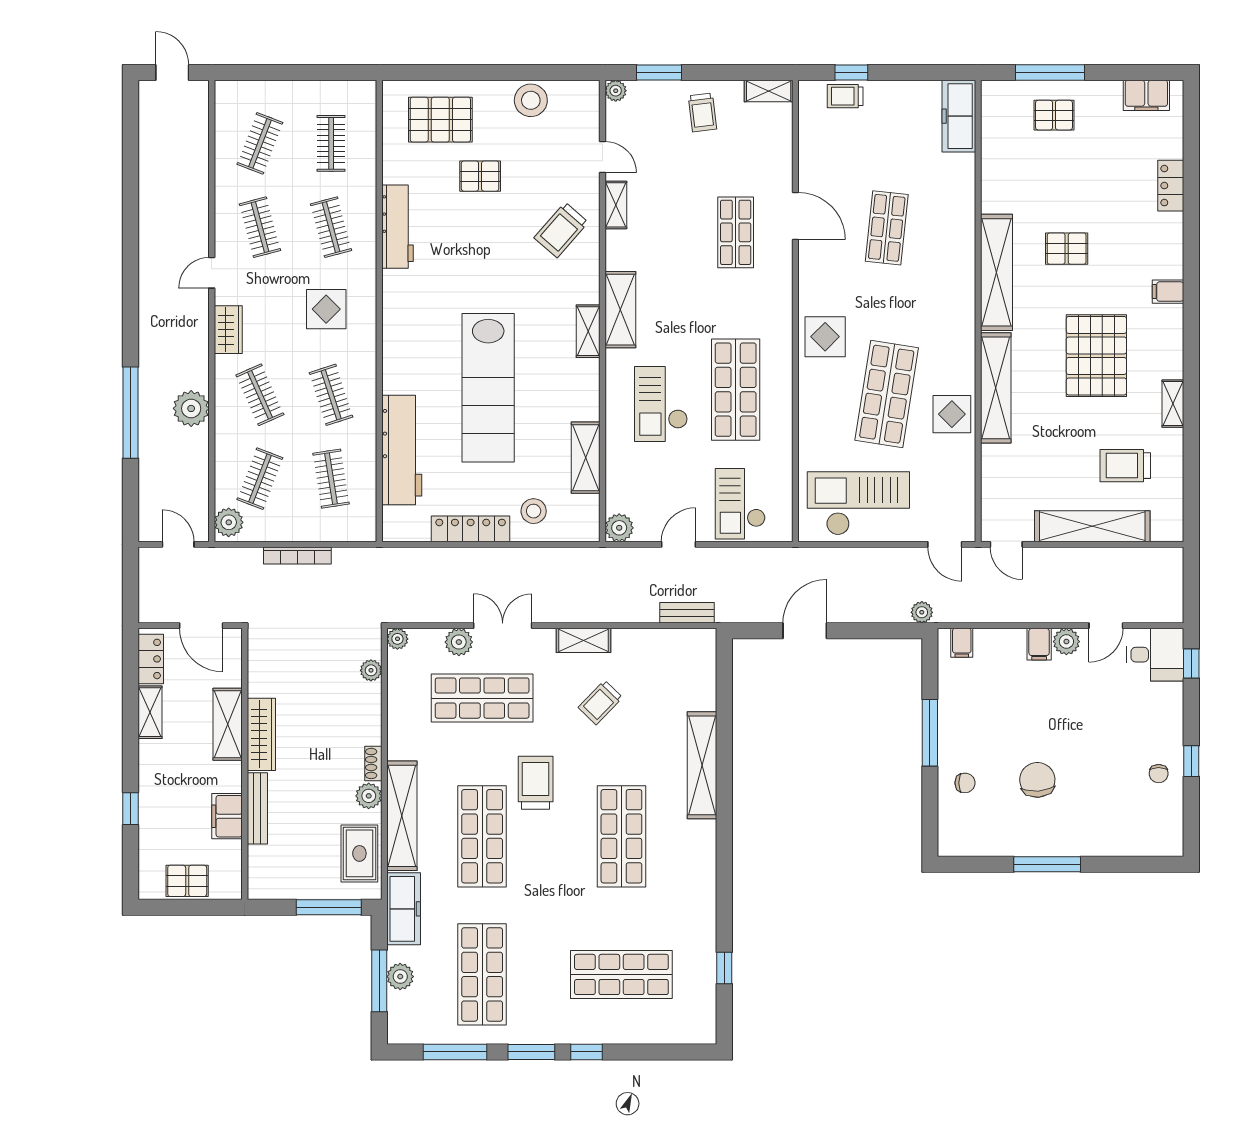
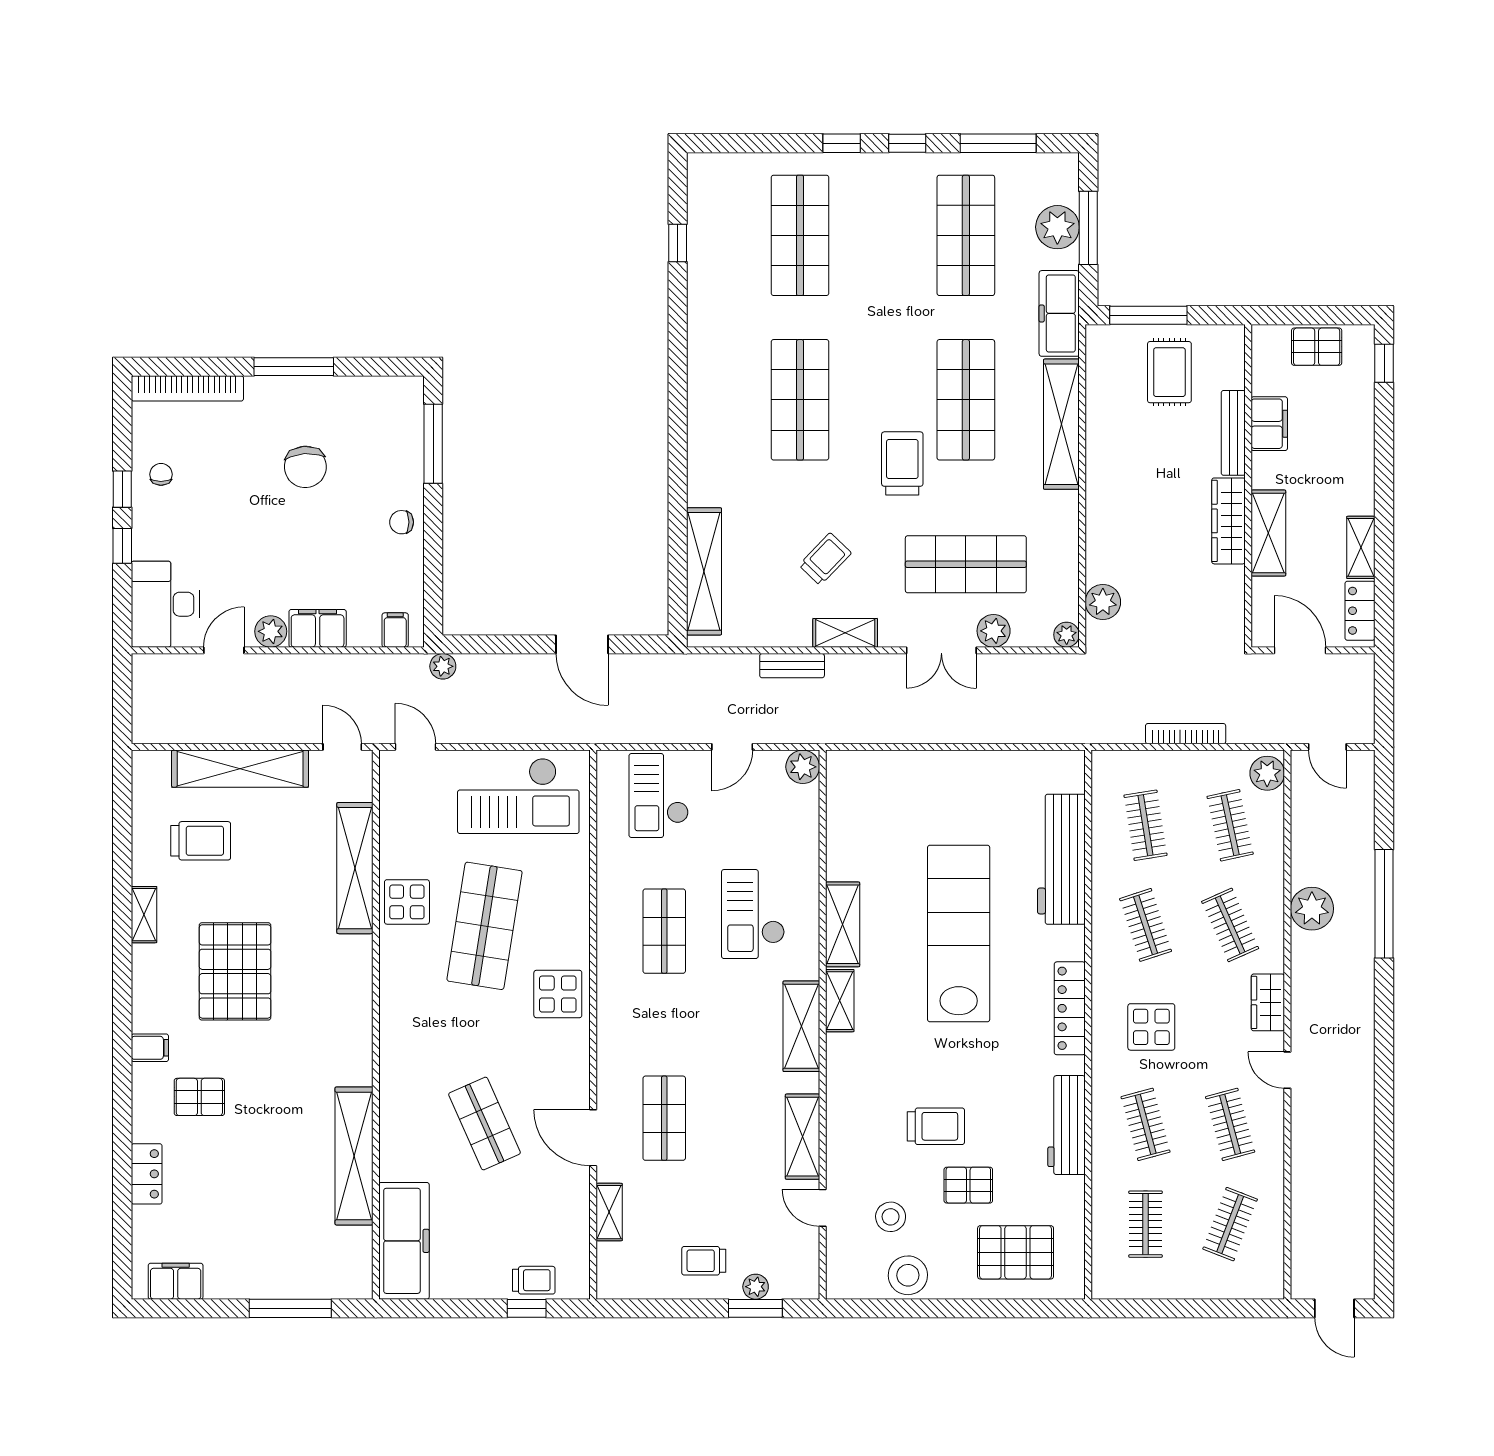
plant: (616, 91) -> (756, 1287), moved
shelving: (769, 91) -> (609, 1212), moved, turned 90
trolley: (702, 113) -> (704, 1261), turned -83
pallet: (1054, 115) -> (286, 1258), removed
freezer: (959, 116) -> (404, 1241), width x1.36, depth x1.26
shelving: (616, 205) -> (802, 1137), width x1.50, depth x1.33
shop shelf: (887, 228) -> (484, 1124), turned -30
trolley: (561, 230) -> (936, 1126), moved, turned 49
pallet: (1067, 249) -> (199, 1097), moved
shelving: (996, 272) -> (354, 1156), moved
door: (212, 273) -> (1287, 1070), swing flipped
shelving: (996, 388) -> (355, 868), moved
shop shelf: (736, 390) -> (664, 931), width x0.70, depth x0.74
checkout: (661, 404) -> (753, 914), turned 180
shelving: (586, 458) -> (843, 924), moved
clothes rail: (260, 479) -> (1230, 825), turned -33
checkout: (740, 504) -> (659, 795), turned 180
stool: (534, 511) -> (891, 1217), moved
locker: (471, 529) -> (1070, 1008), moved, turned 90
bench: (687, 613) -> (792, 666), moved
door: (805, 631) -> (582, 644), hinge flipped
filing cabinet: (1039, 644) -> (318, 628), width x2.00
desk: (1155, 655) -> (165, 604), width x1.37
window: (1191, 664) -> (122, 546), moved
plant: (371, 670) -> (1103, 602), width x1.38, depth x1.38
window: (930, 733) -> (433, 444), moved
shoe rack: (373, 763) -> (1095, 486), removed
shelving: (702, 765) -> (704, 571), moved
trolley: (536, 783) -> (902, 463), turned 180
chair: (965, 783) -> (402, 522), moved
plant: (369, 796) -> (1101, 448), removed
window: (131, 809) -> (1384, 363), moved
bookcase: (1136, 846) -> (187, 388), added
rug: (359, 853) -> (1169, 372), moved
shop shelf: (621, 974) -> (800, 235), turned 90
plant: (400, 977) -> (1057, 227), width x1.36, depth x1.36
window: (531, 1052) -> (907, 143), width x0.67

